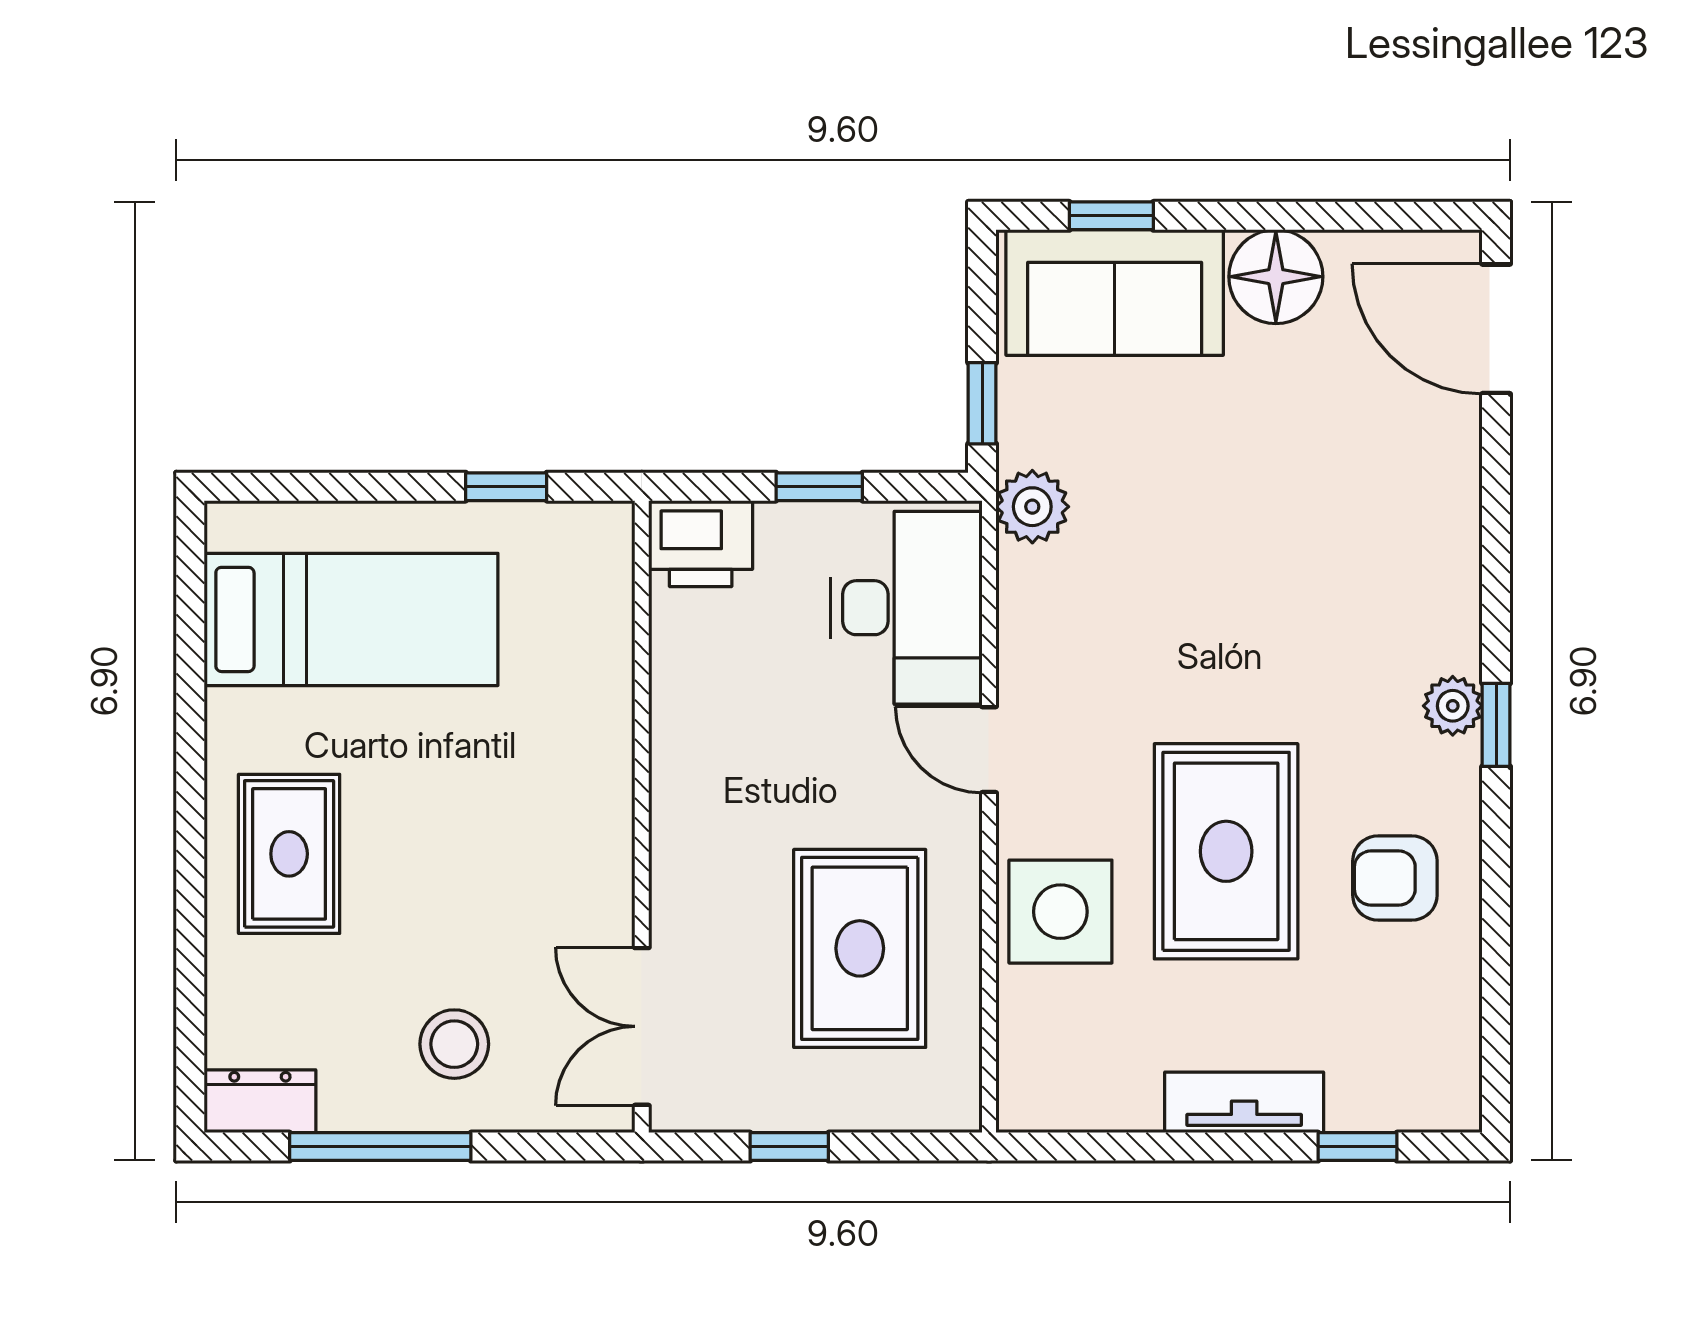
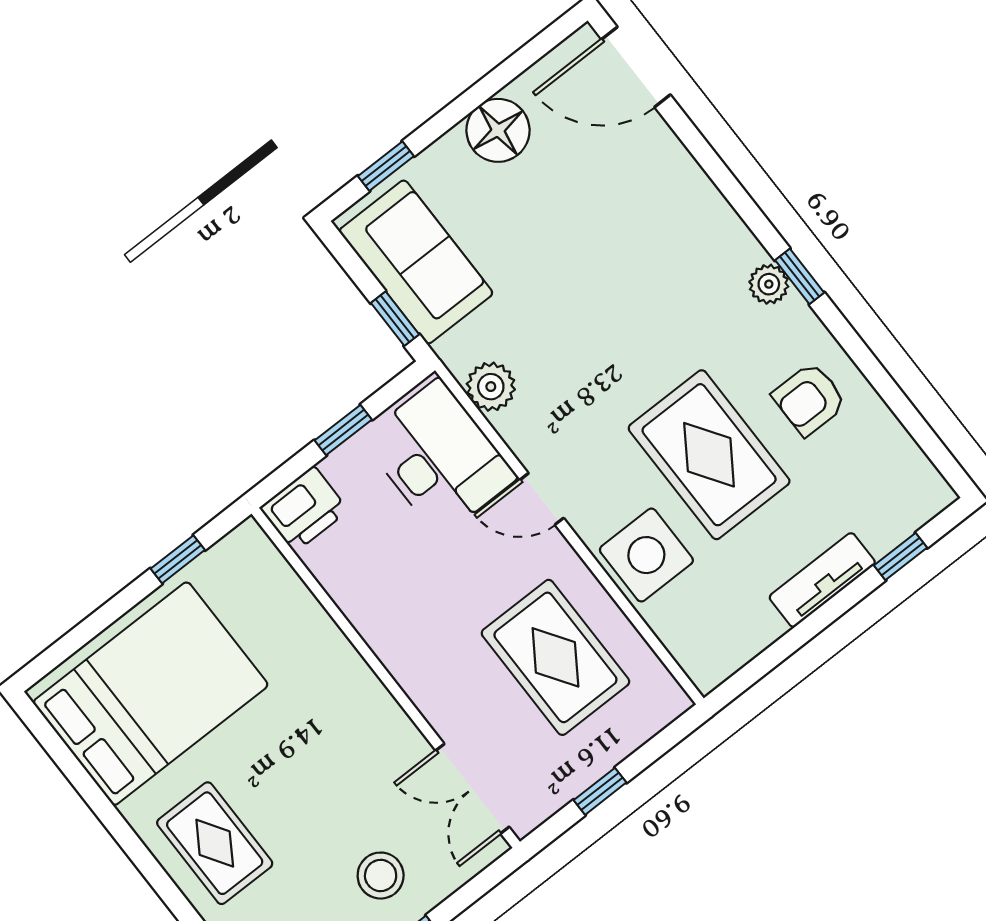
sofa: (1115, 293) -> (416, 262), moved, turned -90
plant: (1032, 507) -> (491, 387), moved
bed: (351, 619) -> (151, 694), width x1.50

